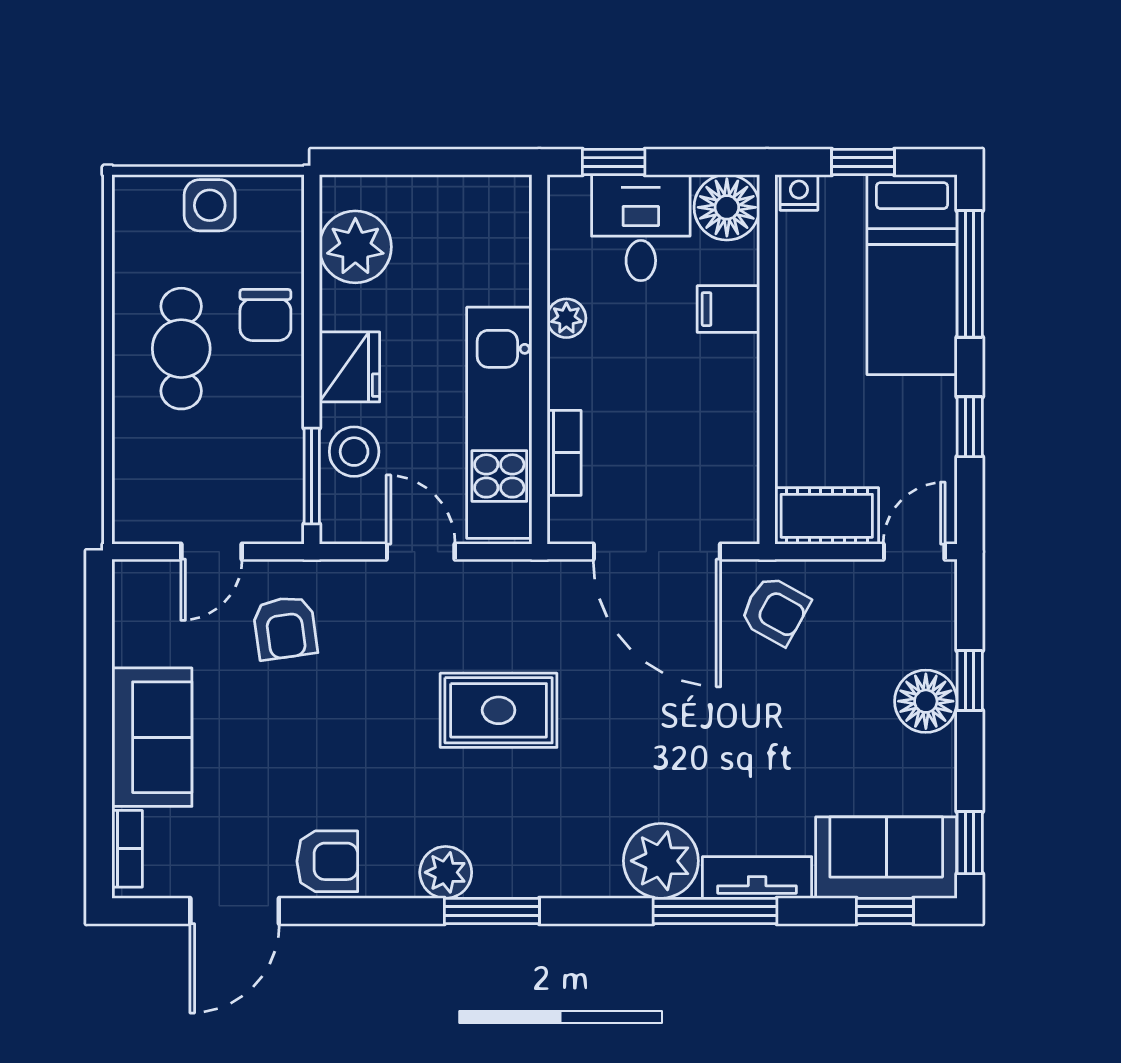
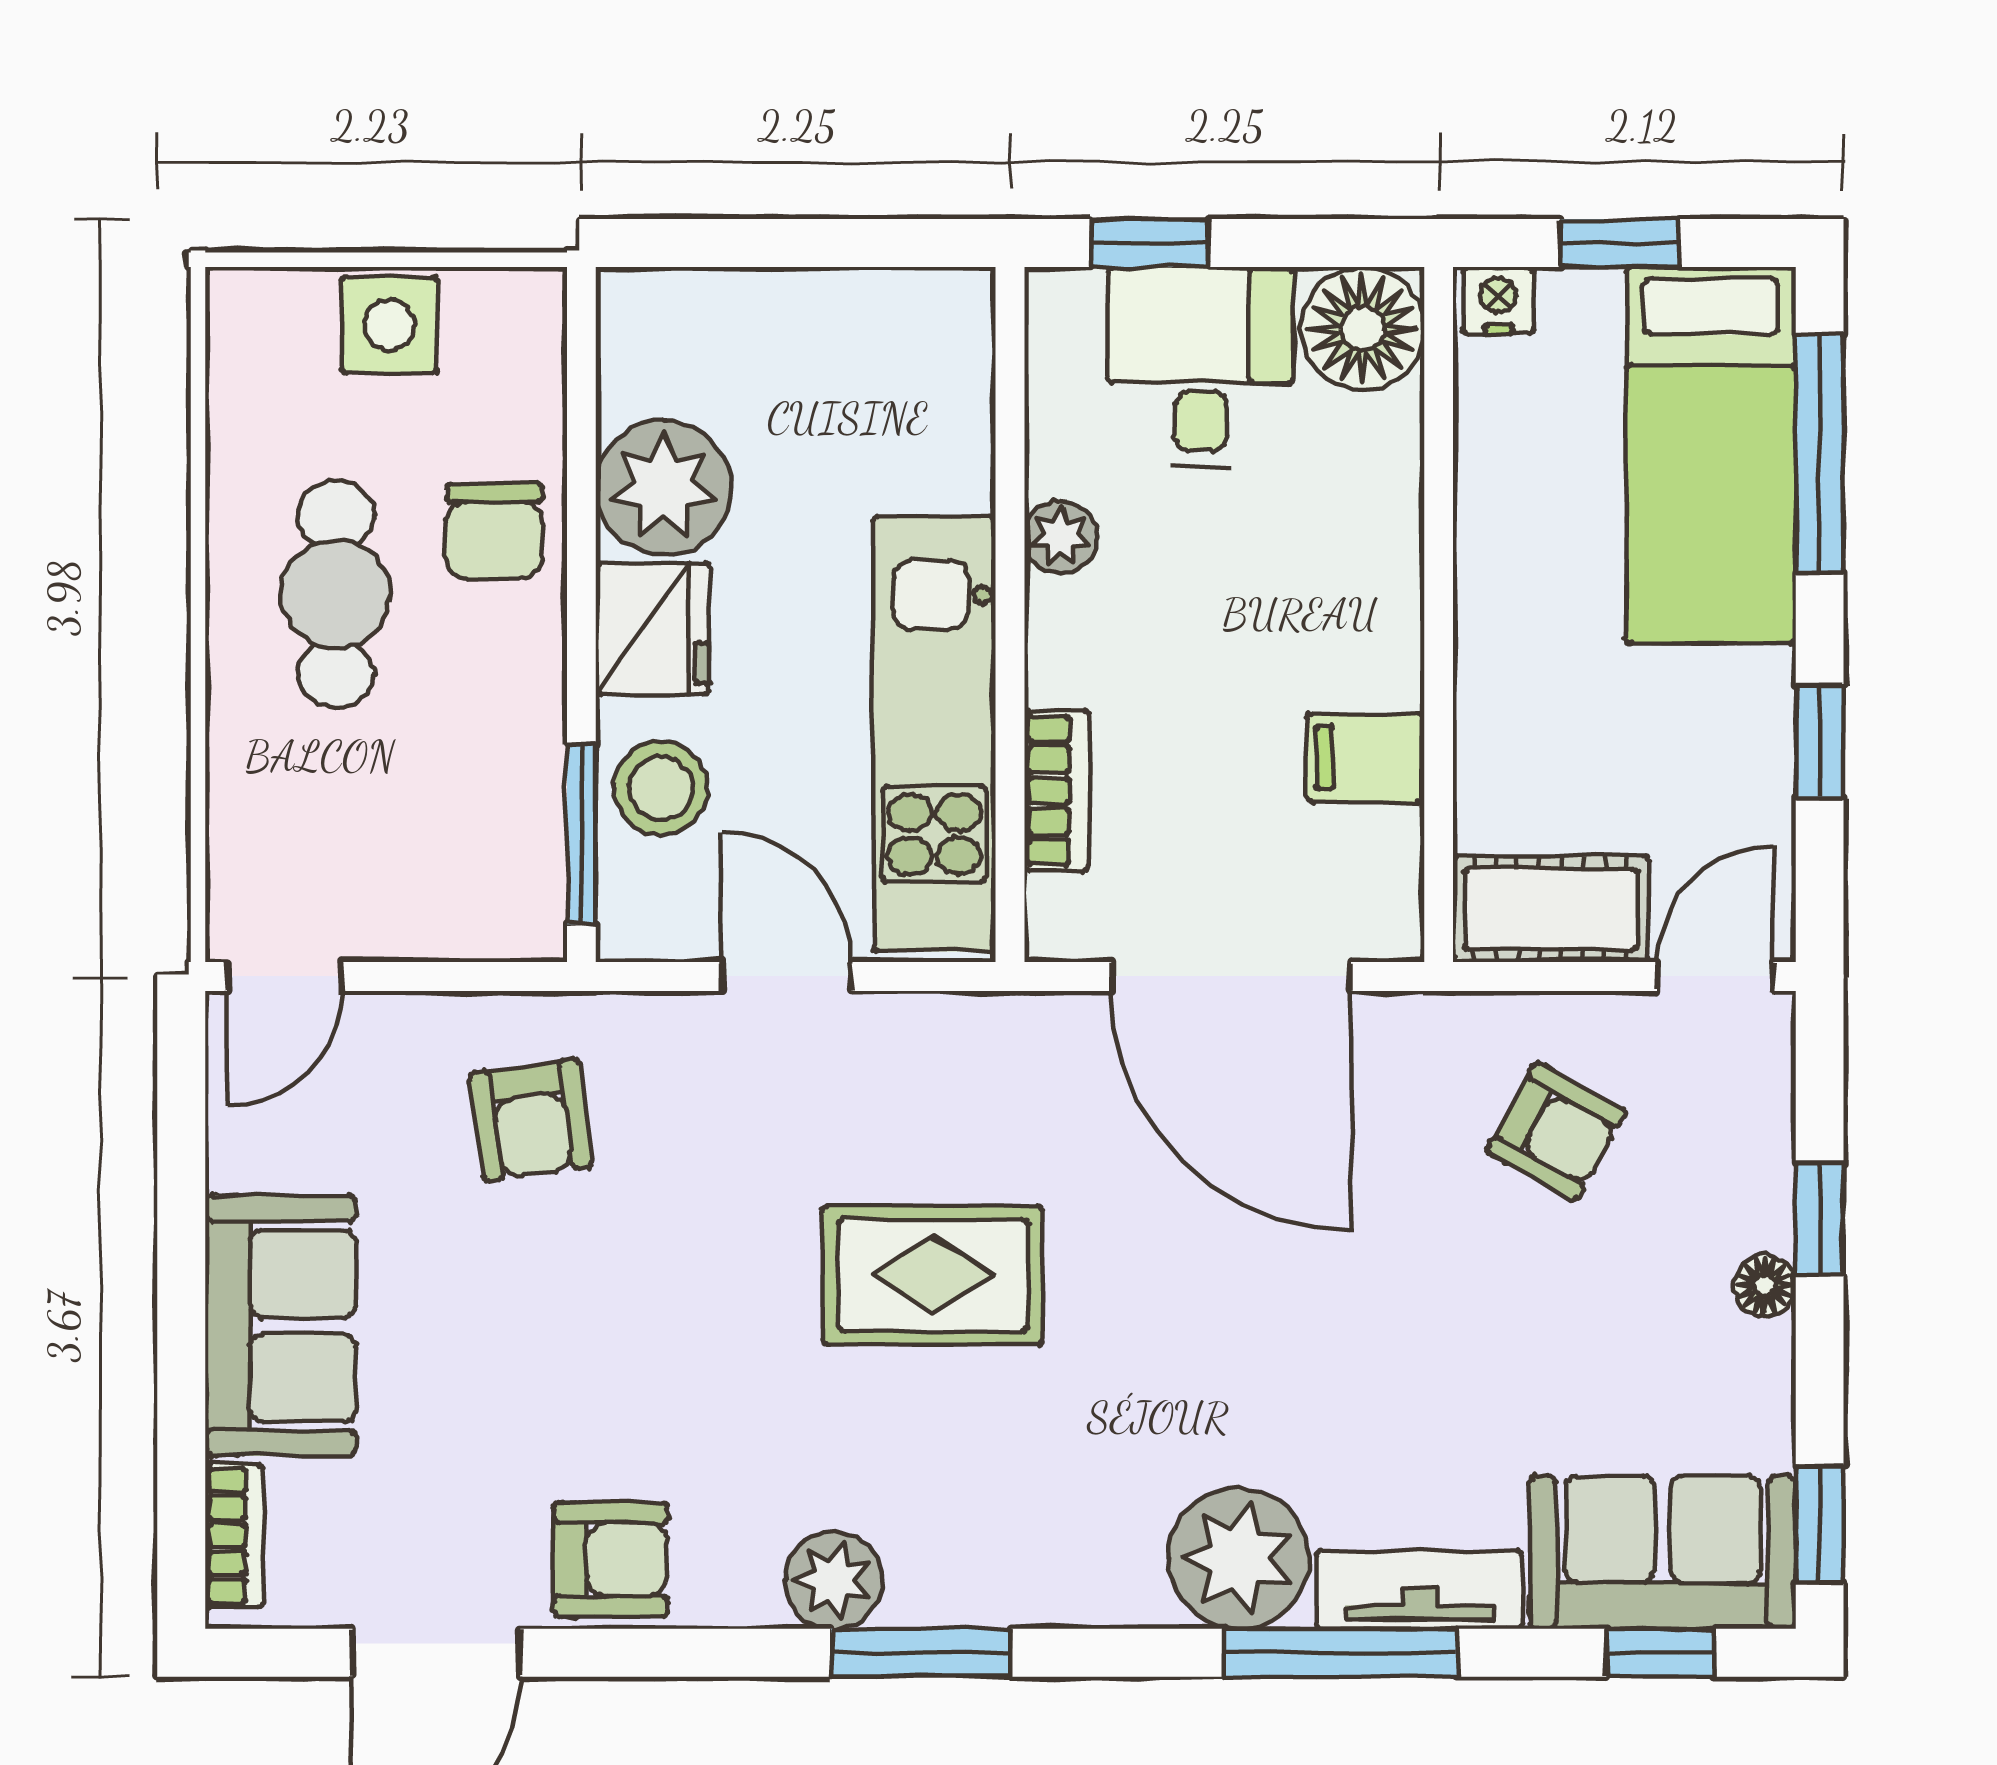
plant: (355, 247) -> (663, 488), moved
filing cabinet: (728, 309) -> (1366, 758), moved
door: (211, 552) -> (285, 976), moved
armchair: (775, 610) -> (1556, 1132), moved
floor lamp: (926, 701) -> (1765, 1286), width x0.53, depth x0.53

